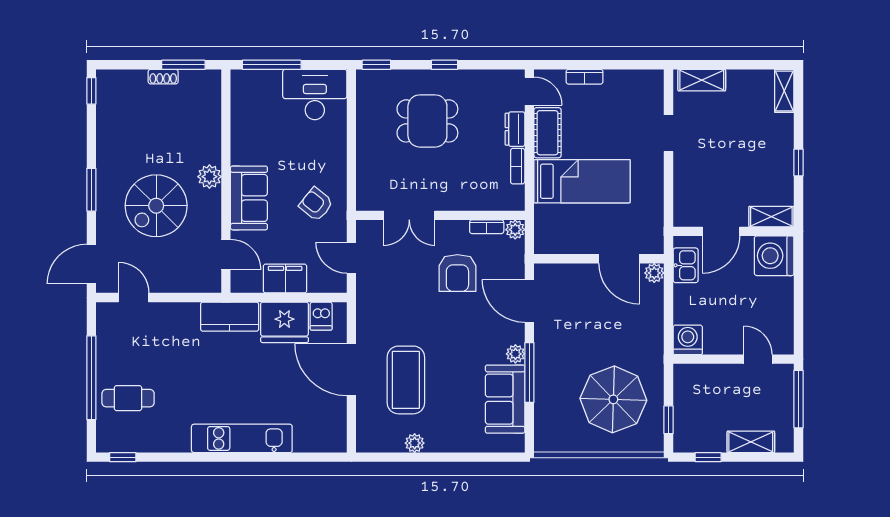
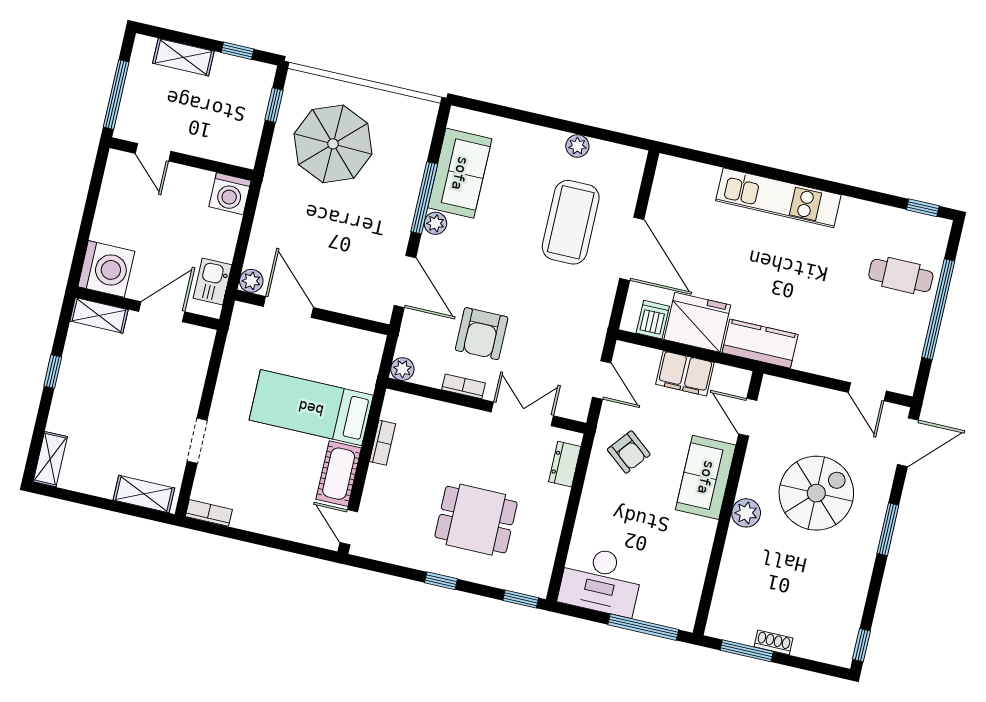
bookcase: (585, 77) -> (209, 513), moved
dresser: (515, 129) -> (565, 464), moved, turned 180
bookcase: (487, 227) -> (463, 386), moved
armchair: (457, 273) -> (482, 334), turned 180

